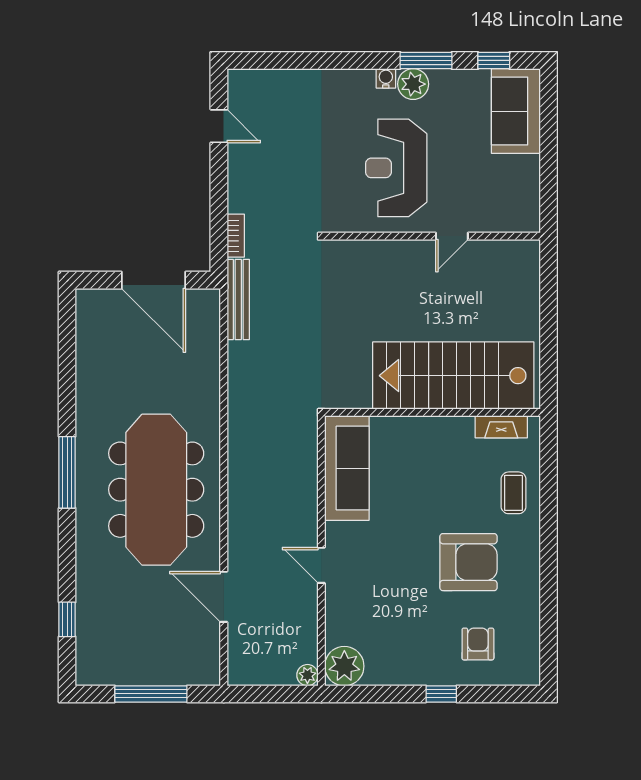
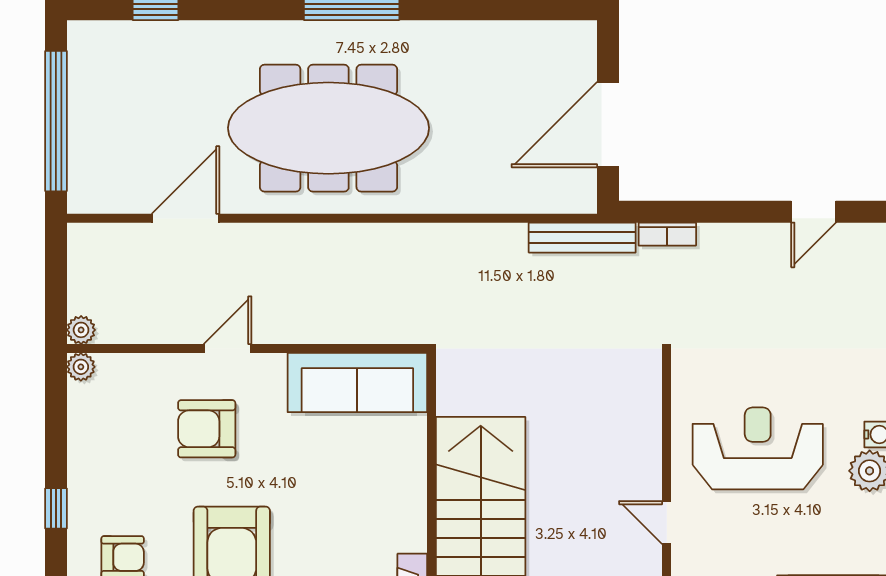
armchair: (382, 581) -> (207, 429), added
plant: (344, 666) -> (81, 367), width x0.53, depth x0.53
window: (151, 694) -> (56, 121), width x1.46

